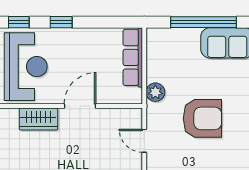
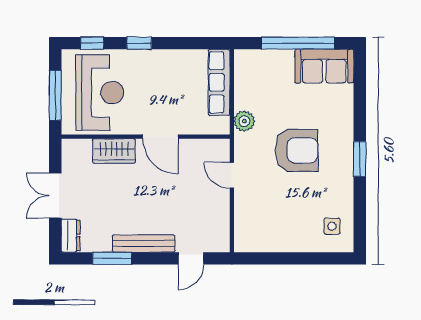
door: (80, 106) -> (160, 137), swing flipped

